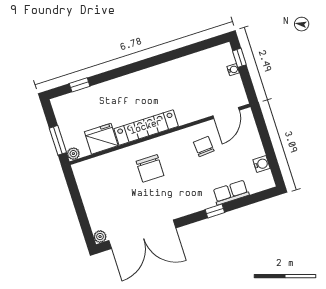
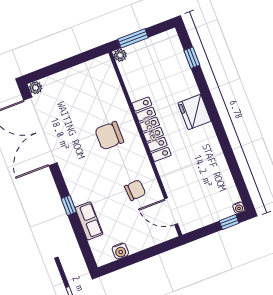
water cooler: (233, 70) -> (239, 208), moved
fridge: (101, 139) -> (194, 112), moved, turned 180

